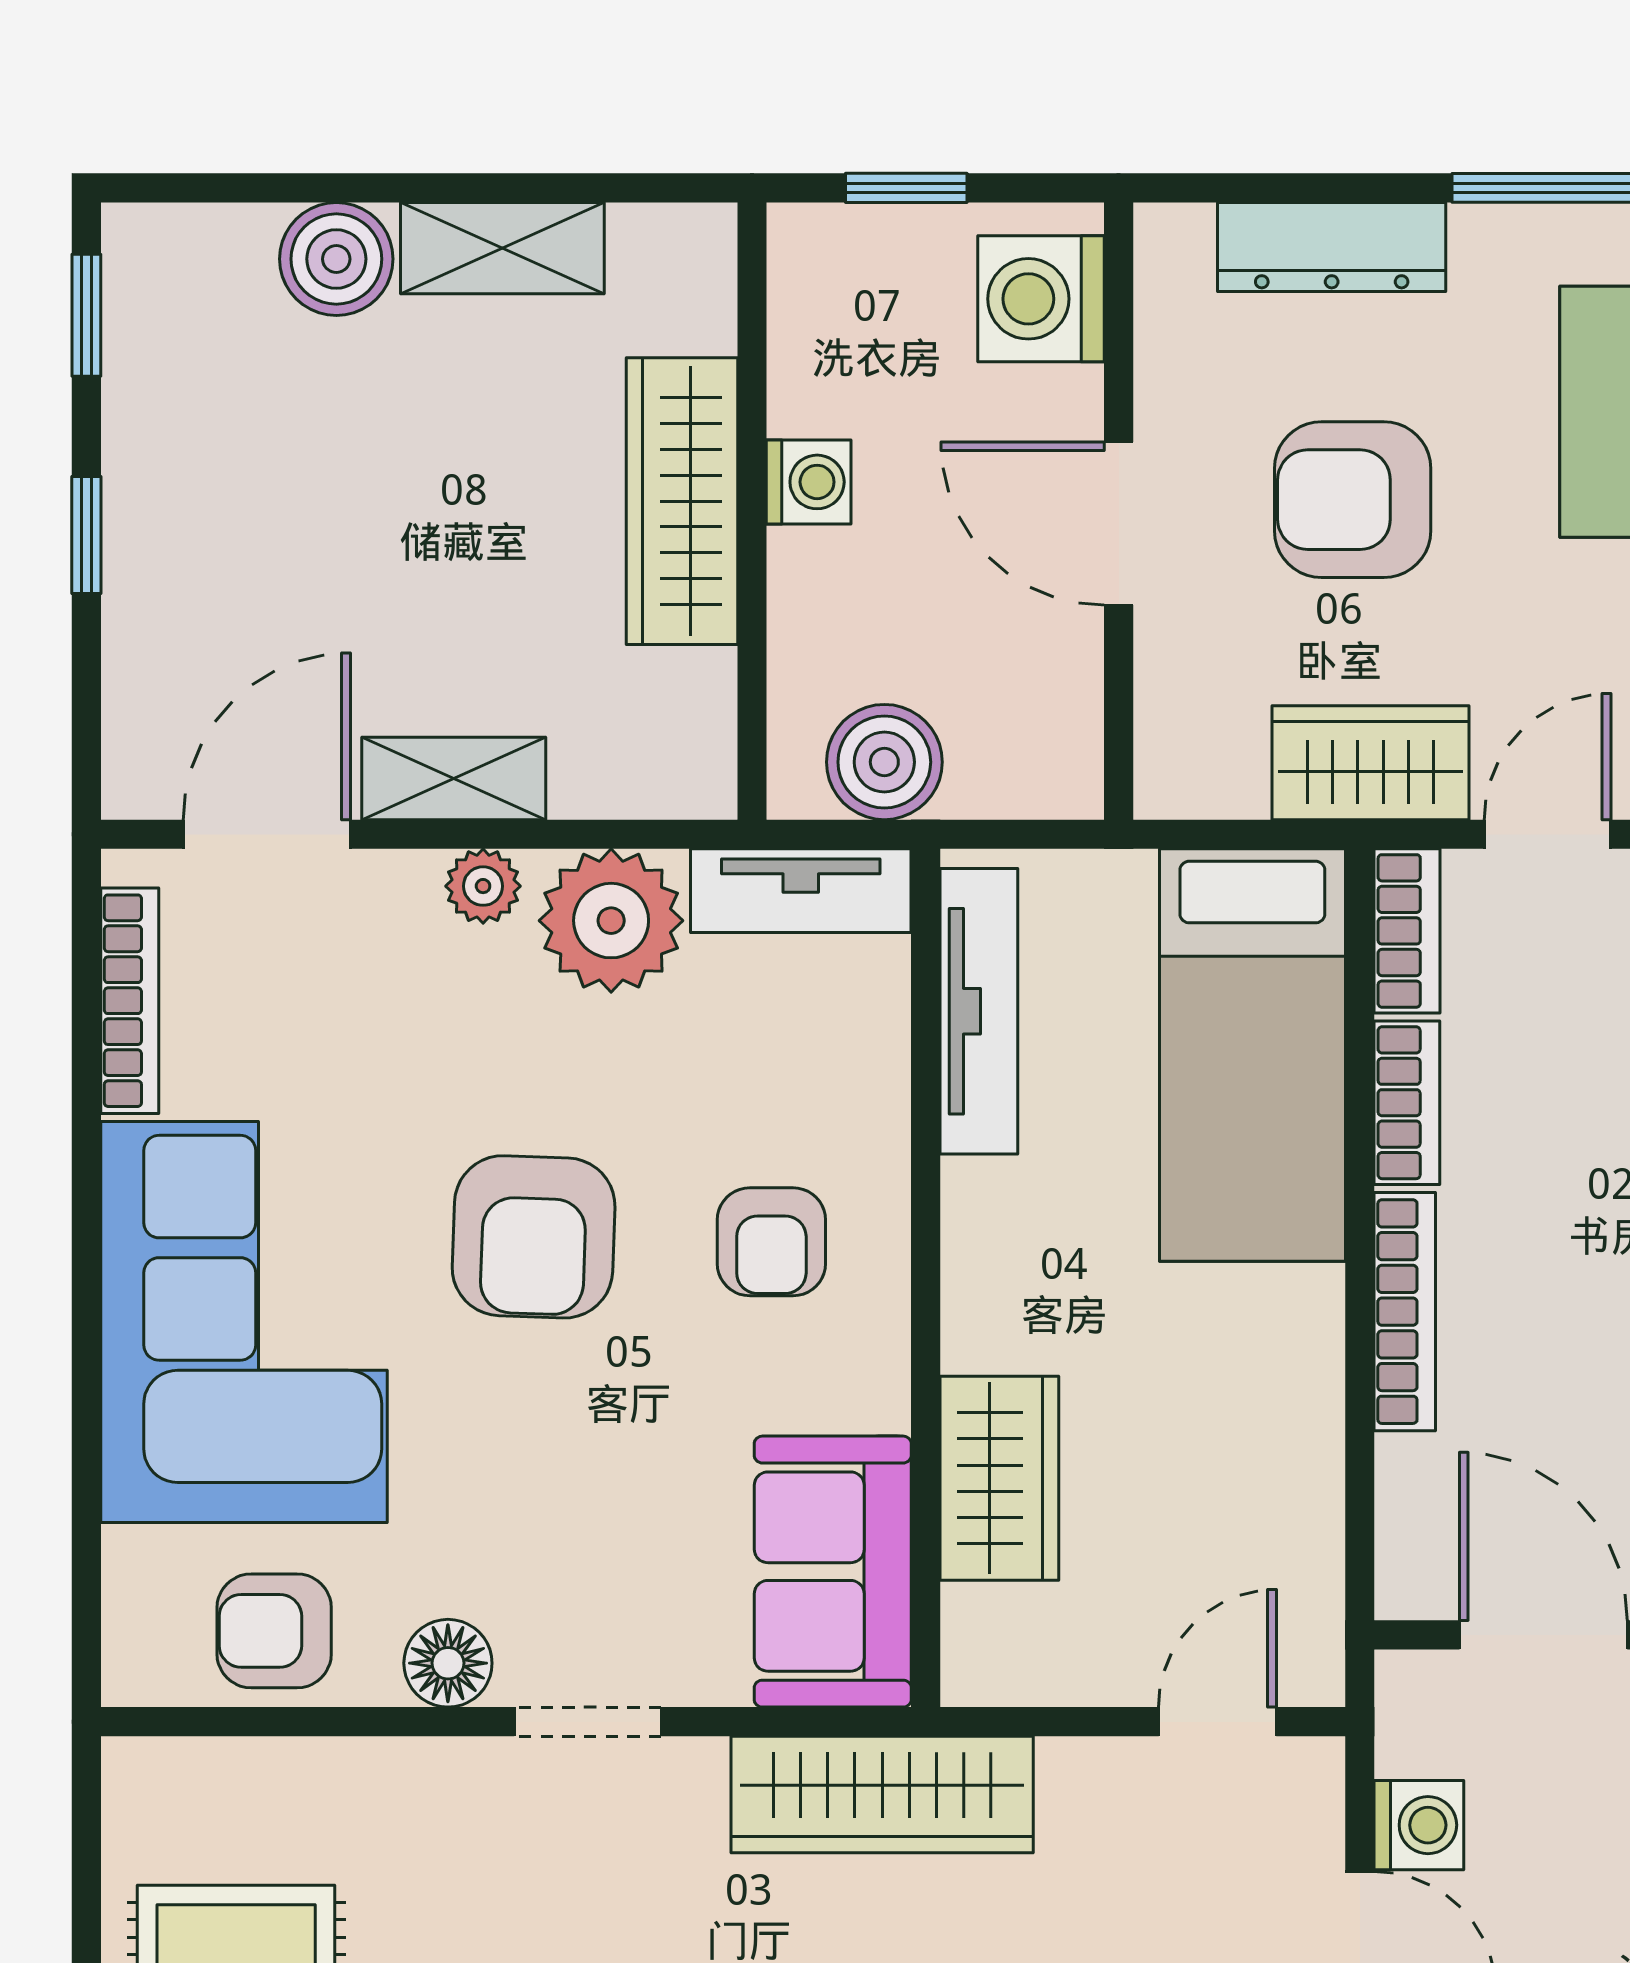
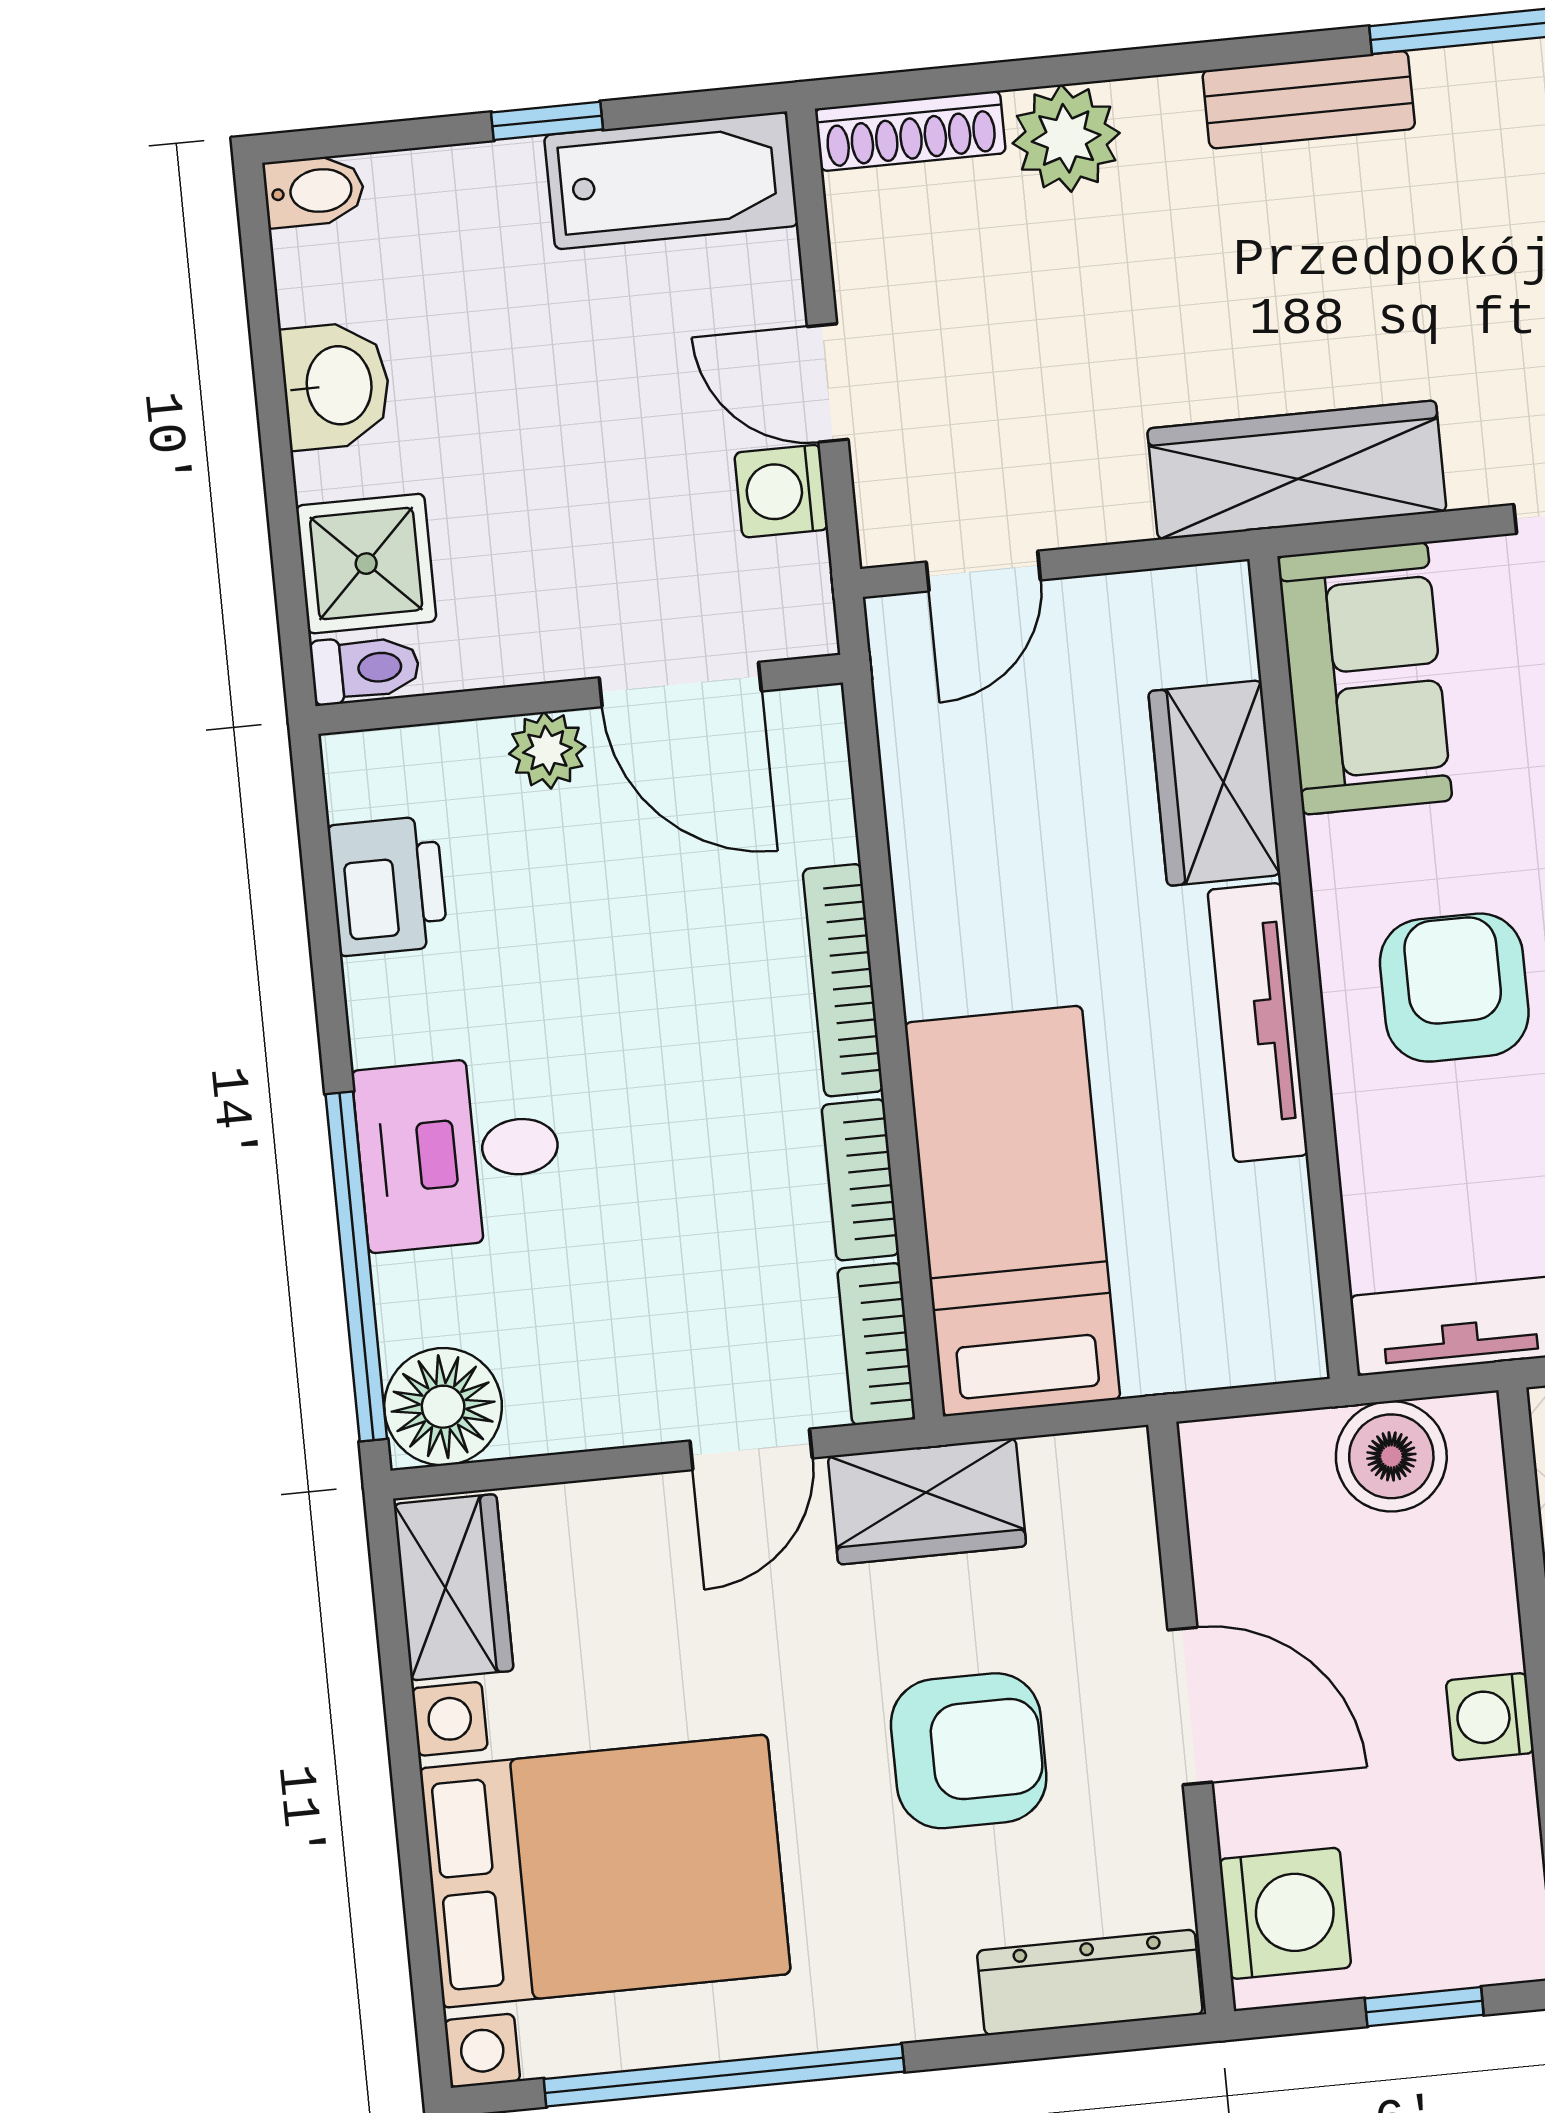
dresser: (1332, 247) -> (1090, 1982), moved
tv unit: (979, 1011) -> (1258, 1023), moved
armchair: (771, 1242) -> (1454, 988), width x1.38, depth x1.38

